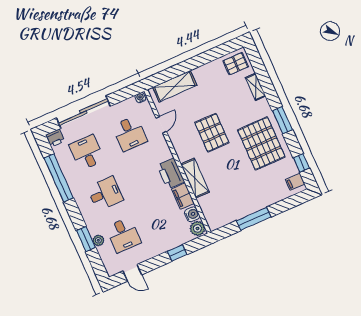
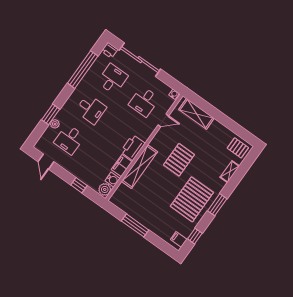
shelving: (195, 178) -> (139, 167), width x1.47

